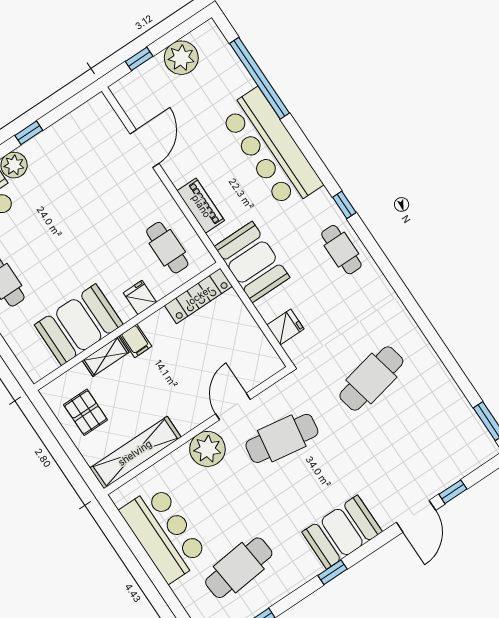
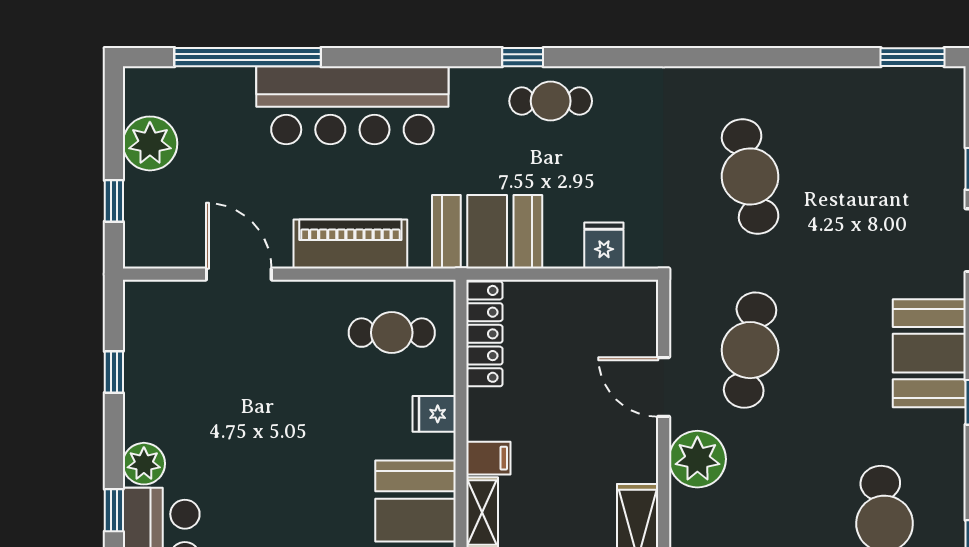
window: (29, 133) -> (114, 372), moved
window: (344, 205) -> (523, 57), moved
piano: (201, 206) -> (350, 244), width x1.37, depth x1.33

